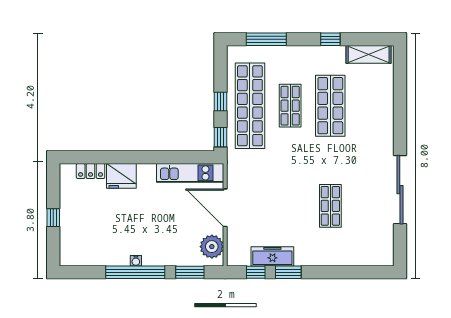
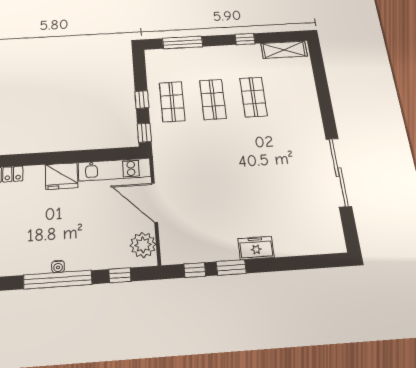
shop shelf: (250, 106) -> (172, 102), width x0.50, depth x0.74
shop shelf: (330, 106) -> (253, 97), width x0.70, depth x0.74
fridge: (121, 176) -> (61, 176), moved
shop shelf: (330, 206) -> (268, 193), removed
freezer: (272, 256) -> (256, 248), moved, width x0.71
window: (190, 272) -> (120, 275), width x0.67

